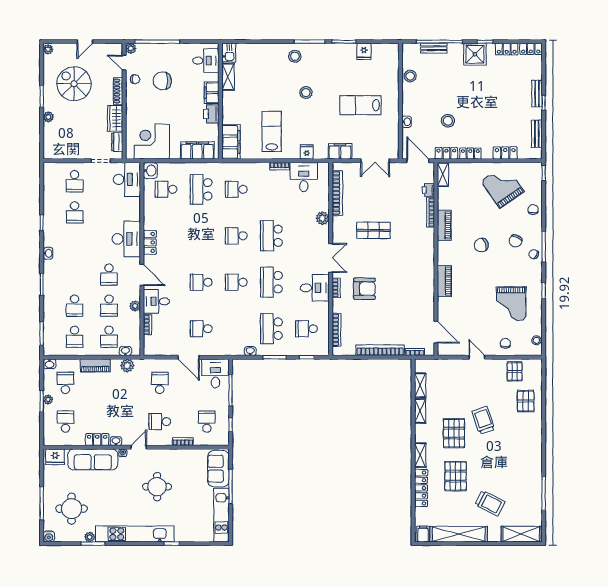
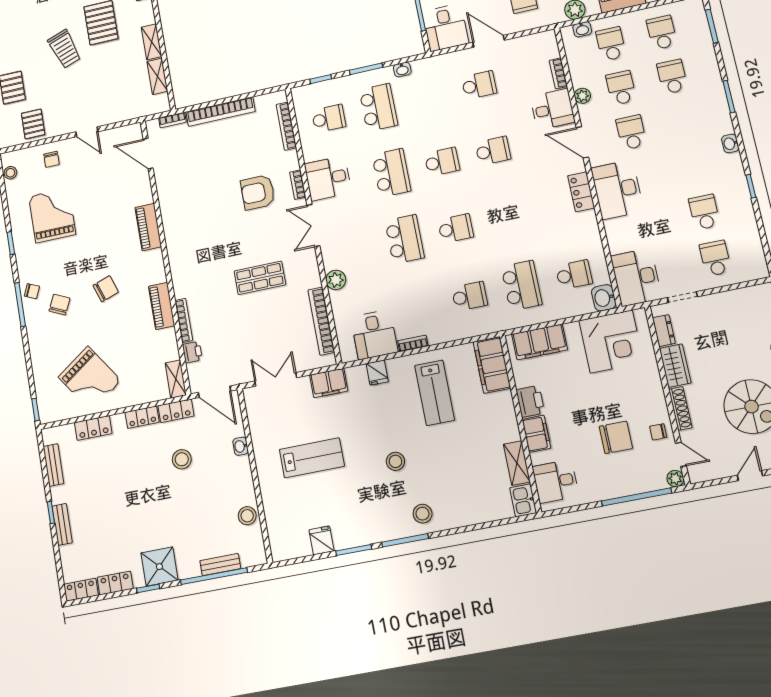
chair: (533, 209) -> (42, 354), removed

